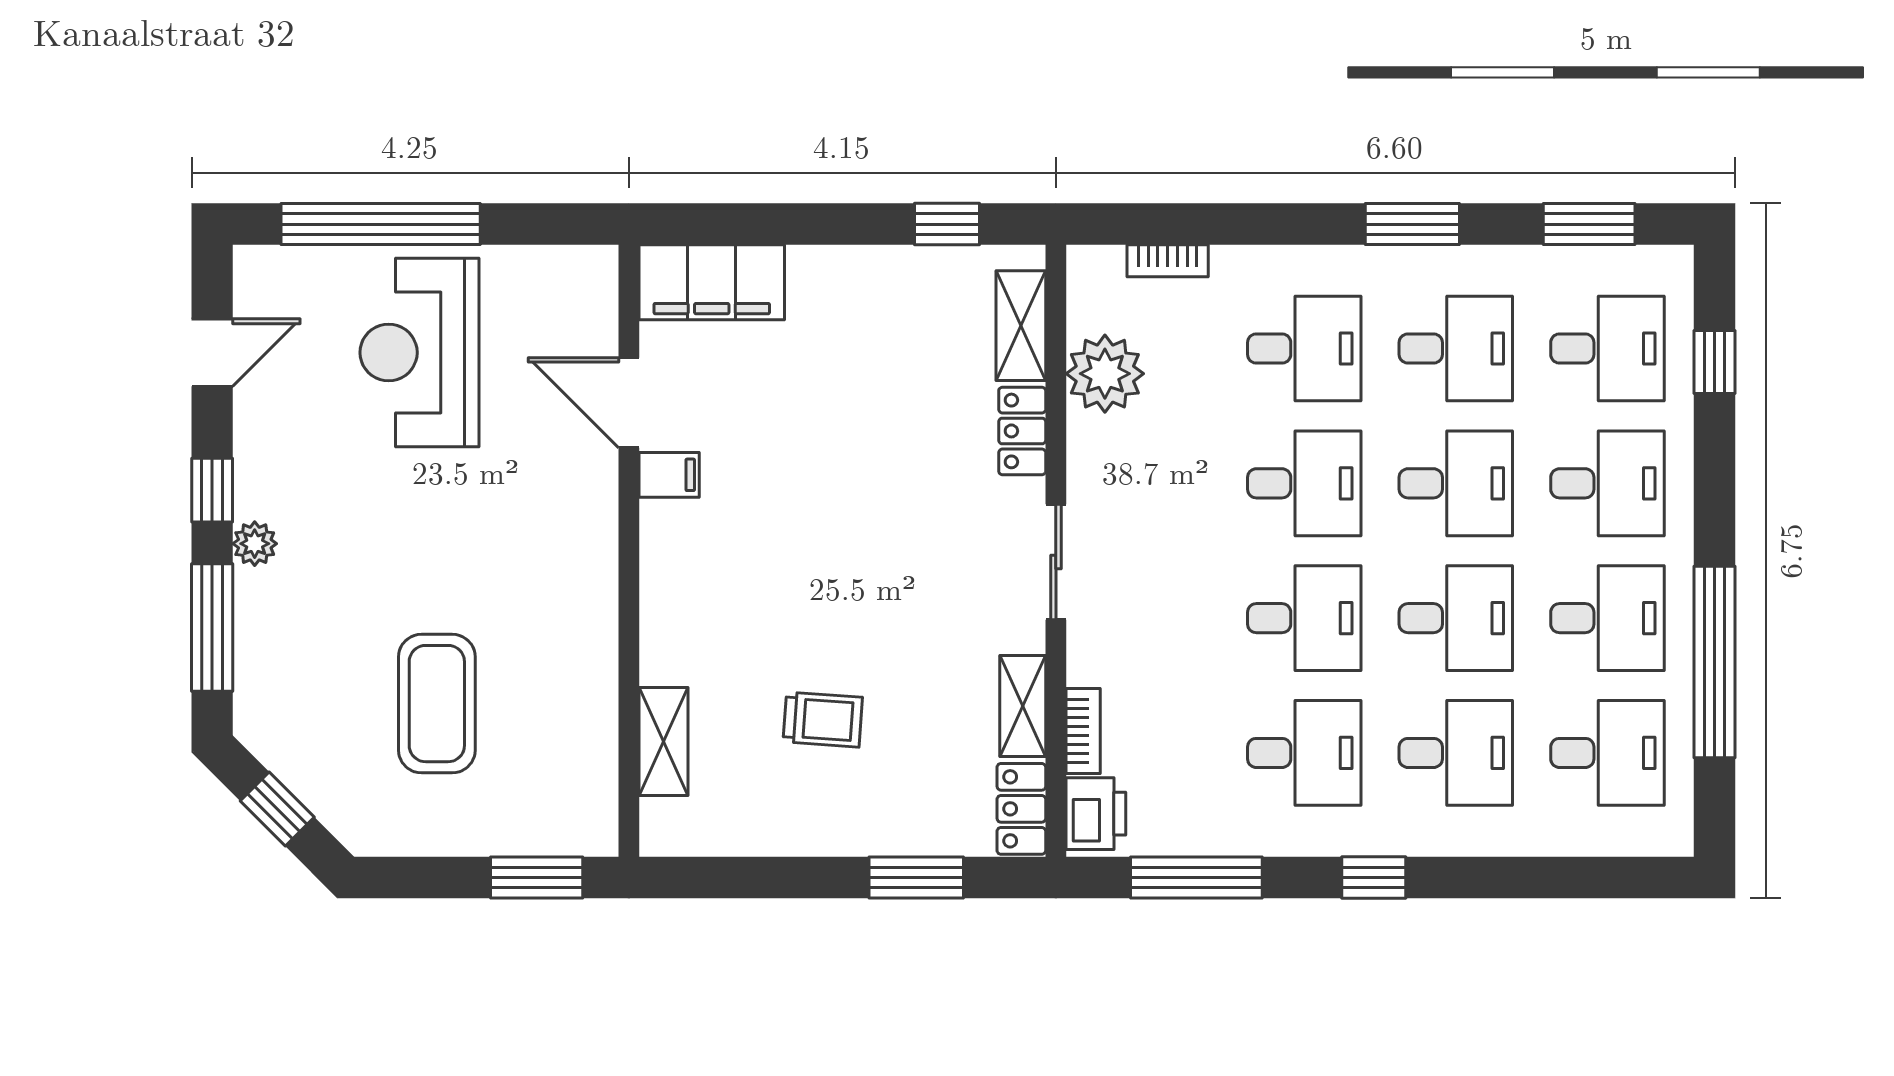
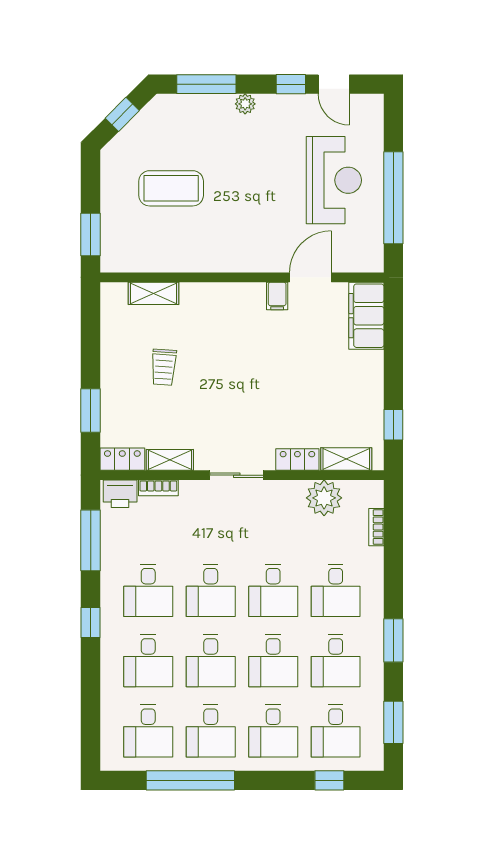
window: (381, 224) -> (393, 198), moved
reception desk: (419, 353) -> (334, 180), turned 90
window: (212, 490) -> (291, 84), moved

